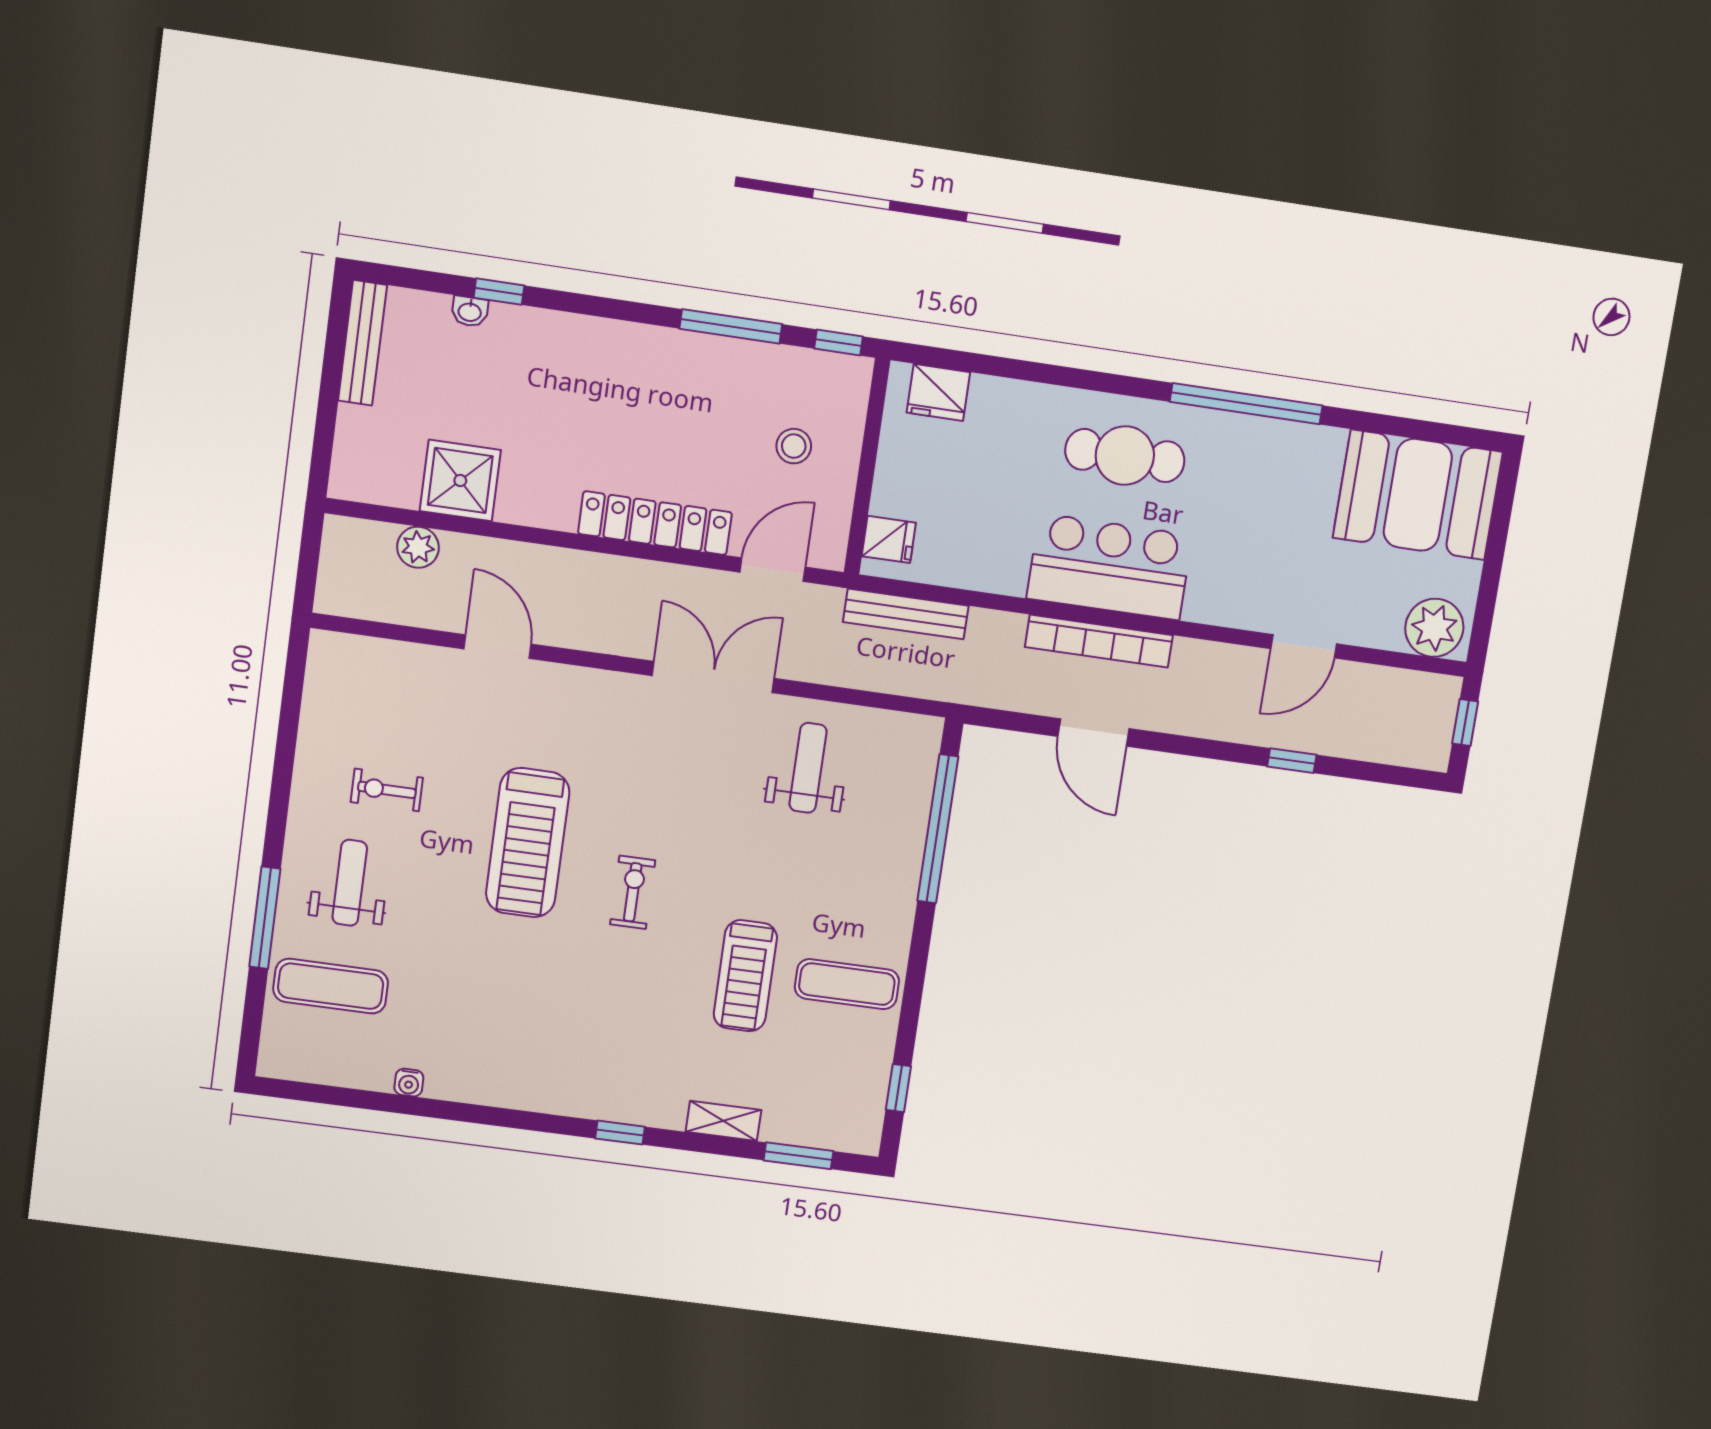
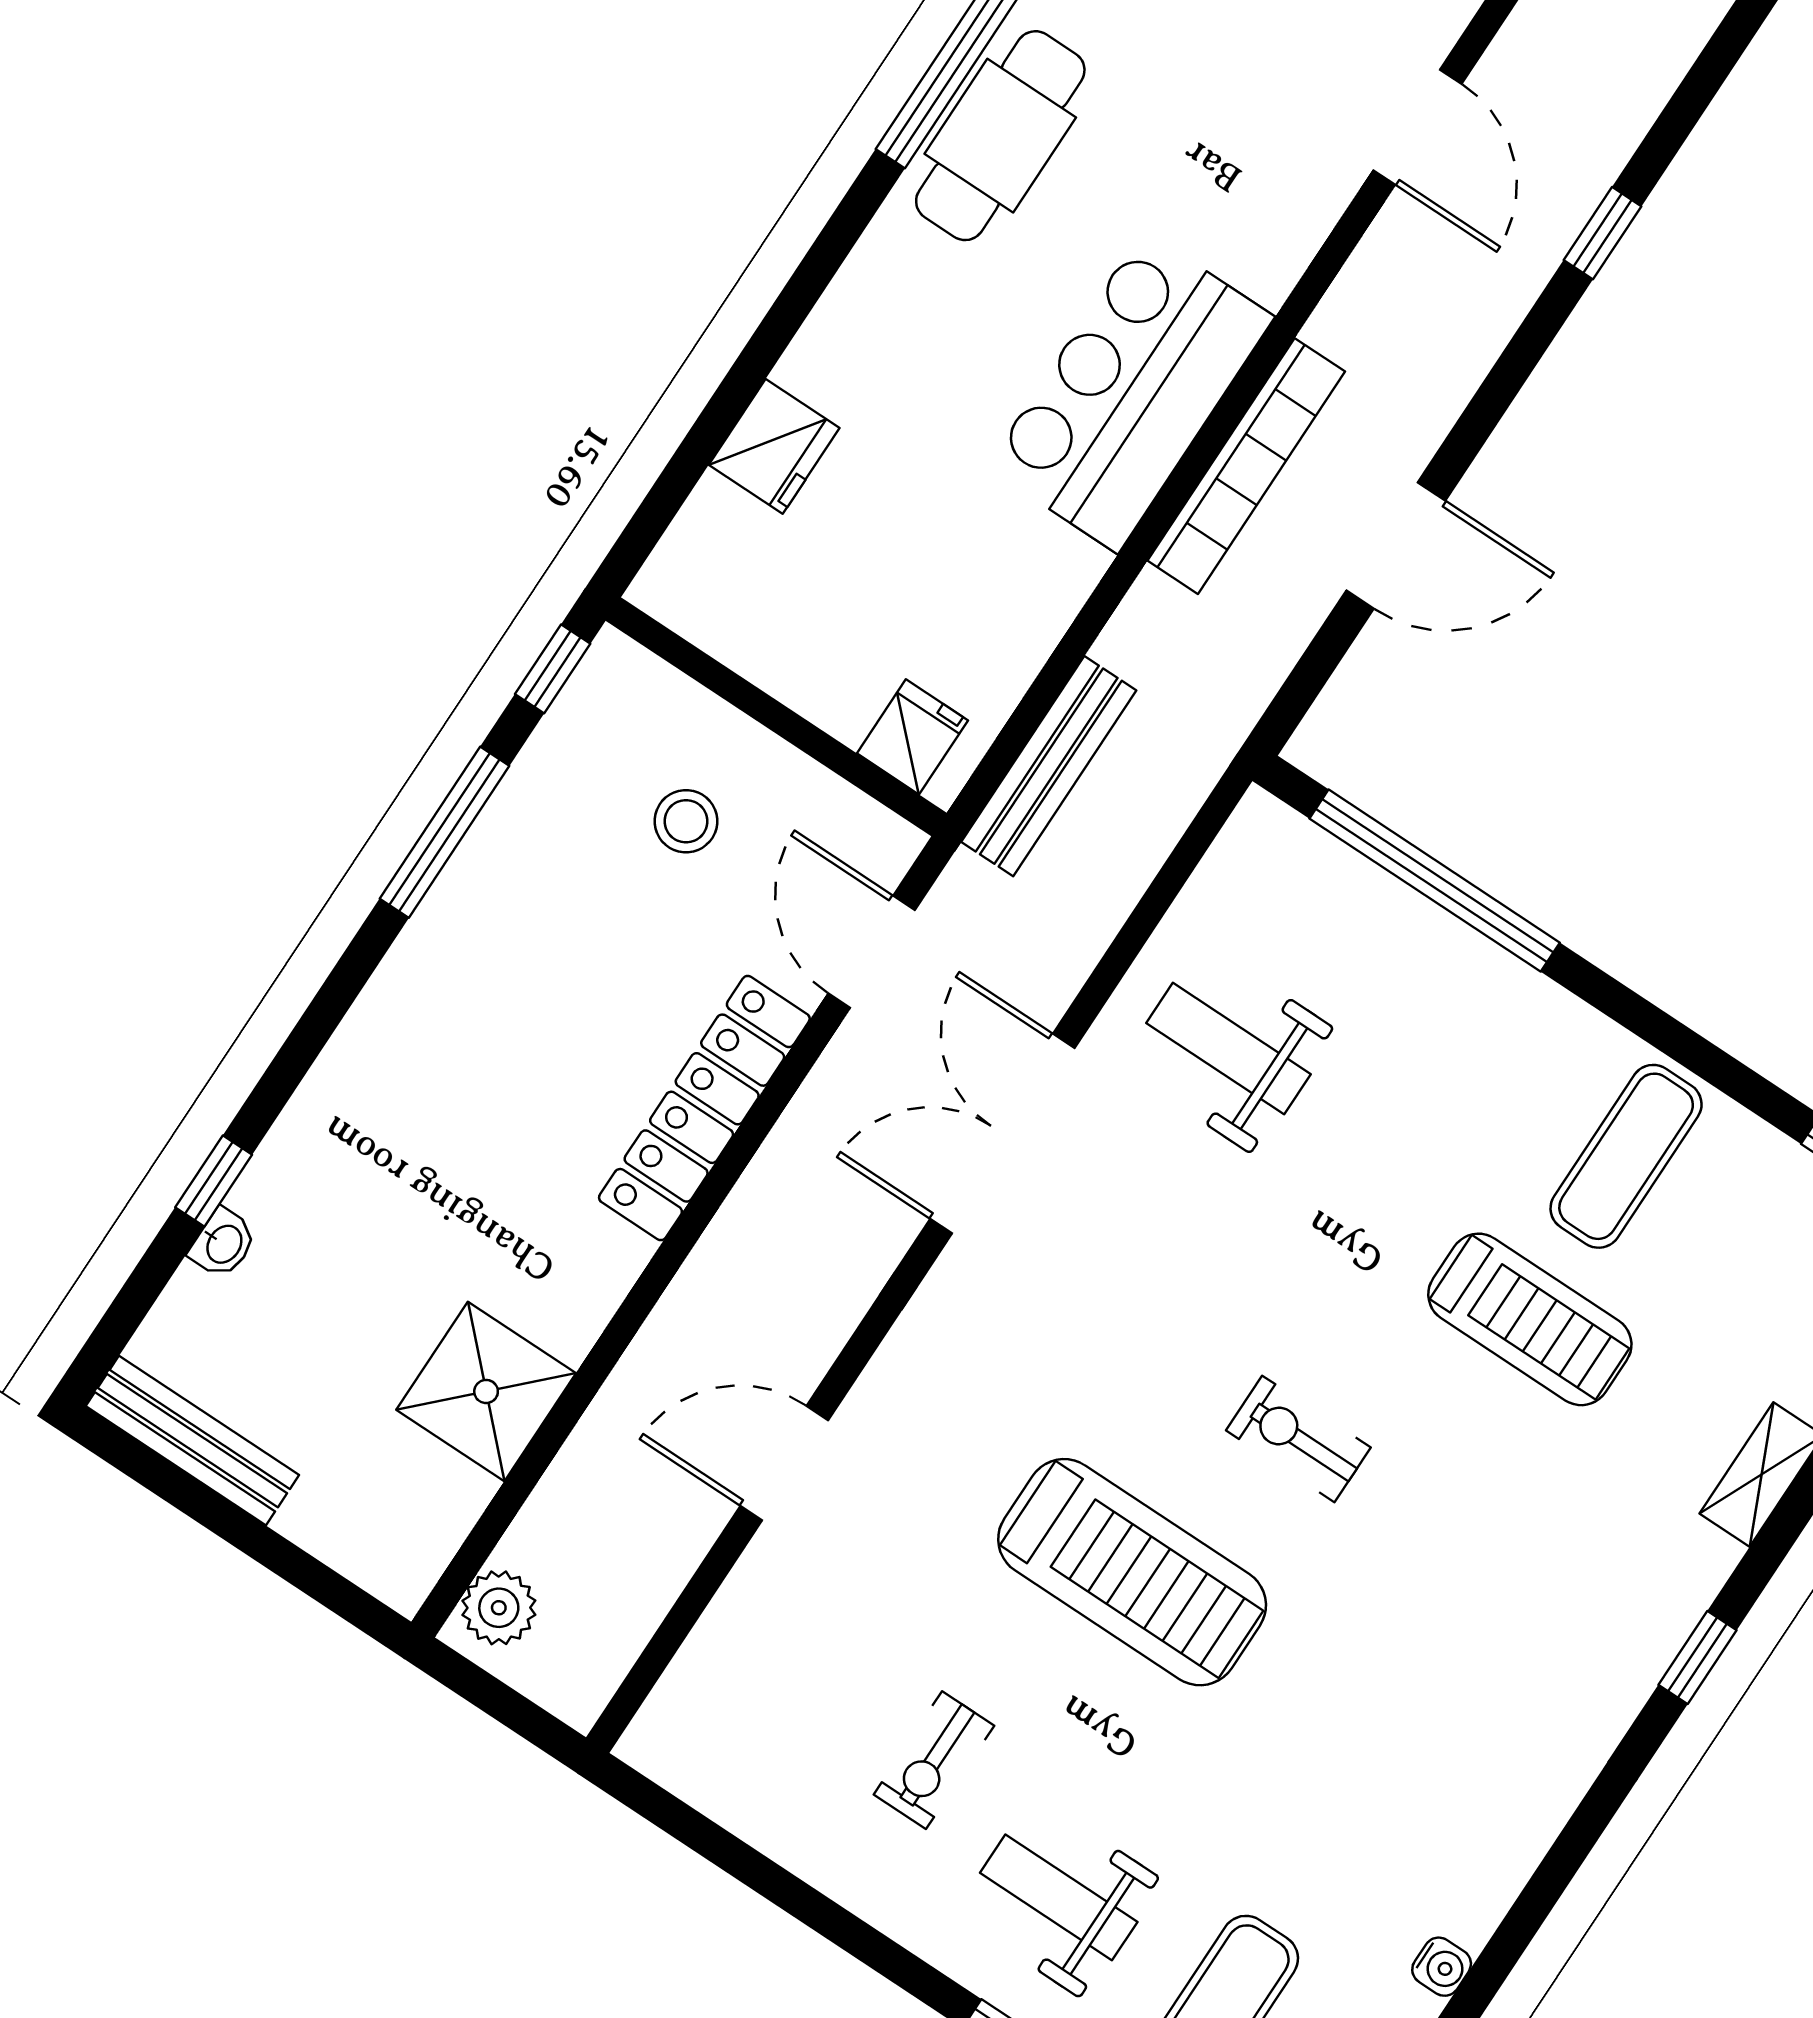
fridge: (938, 392) -> (774, 446), moved
cafe table: (1125, 456) -> (1000, 136), moved
plant: (418, 547) -> (499, 1608), moved

